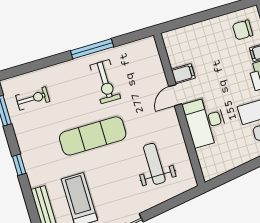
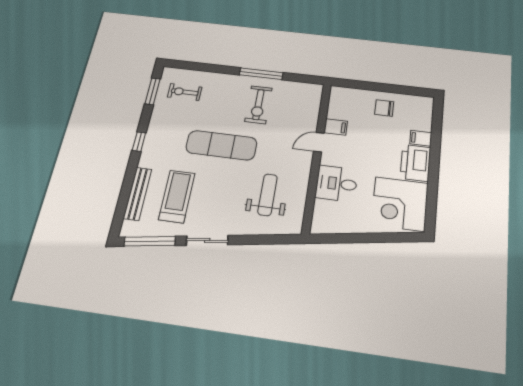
chair: (243, 30) -> (384, 108), moved
exercise bike: (33, 98) -> (185, 92), turned 180
desk: (205, 122) -> (336, 183), width x0.73

